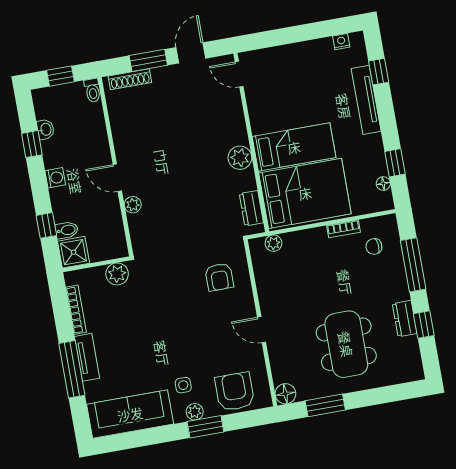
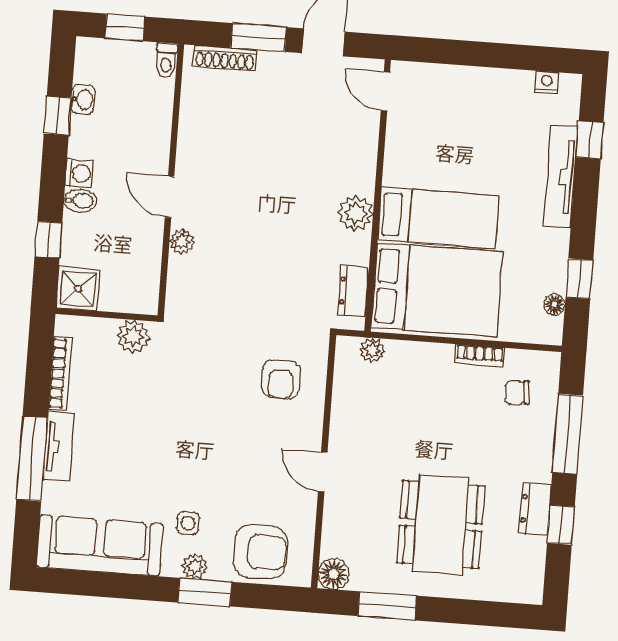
bidet: (67, 230) -> (80, 201), moved
armchair: (235, 392) -> (260, 552), turned 90

